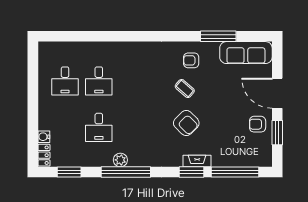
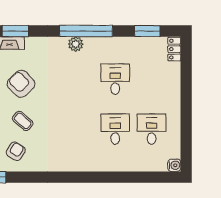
armchair: (191, 60) -> (16, 151), turned -57
water cooler: (44, 137) -> (174, 165), moved
plant: (120, 160) -> (76, 44), moved

